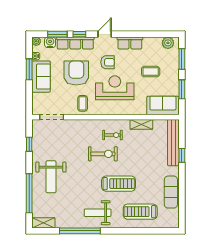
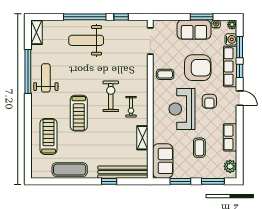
row of seats: (130, 43) -> (230, 137), moved
reception desk: (115, 88) -> (182, 109), turned 180
exercise bike: (103, 154) -> (111, 96), turned 180
window: (29, 193) -> (85, 17), moved
weight bench: (98, 213) -> (46, 78), moved

